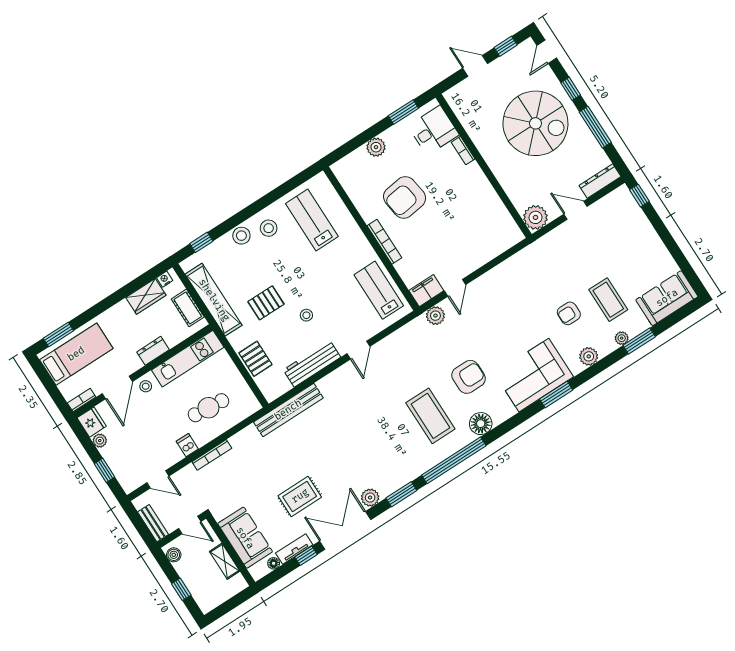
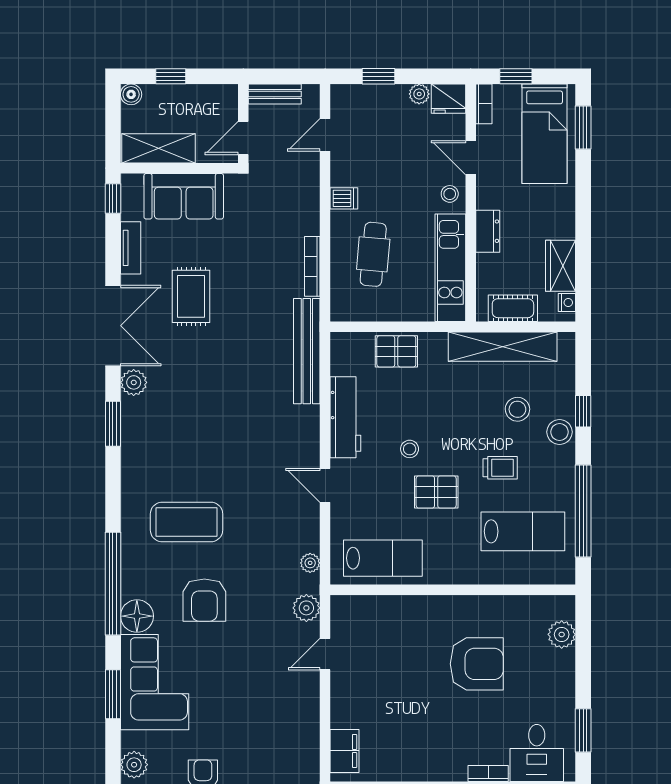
plant: (376, 147) -> (562, 634), moved
window: (278, 193) -> (583, 511), added
armchair: (405, 197) -> (477, 664), turned 98
stool: (269, 228) -> (517, 409), moved
window: (201, 242) -> (583, 411), moved
bookcase: (384, 242) -> (438, 604), removed
trolley: (284, 256) -> (500, 468), added
door: (455, 288) -> (325, 654), hinge flipped
filing cabinet: (426, 291) -> (344, 751), moved
pallet: (266, 303) -> (436, 492), moved, turned 90
plant: (408, 330) -> (310, 563), added
door: (117, 388) -> (471, 158), width x0.73
window: (54, 392) -> (516, 76), added
floor lamp: (481, 424) -> (137, 616), moved
bookcase: (212, 455) -> (312, 266), moved
window: (454, 460) -> (113, 584), moved
boiler: (174, 555) -> (131, 94), moved
window: (306, 556) -> (113, 198), moved
shelving: (225, 561) -> (158, 148), width x1.50, depth x1.33
floor lamp: (274, 563) -> (129, 211), removed

